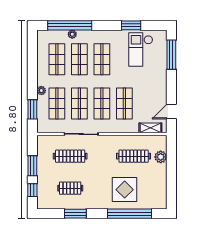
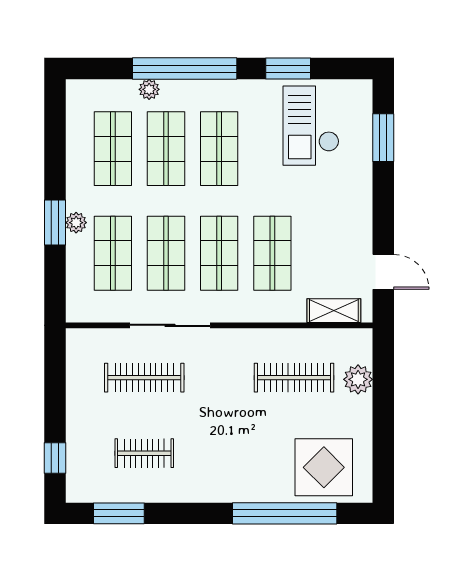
window: (70, 25) -> (185, 69), moved
window: (171, 55) -> (383, 138), width x0.69
window: (32, 109) -> (55, 223), moved
door: (171, 111) -> (383, 272), swing flipped
window: (32, 166) -> (55, 400), removed
display table: (125, 190) -> (324, 467), moved
window: (75, 214) -> (119, 513), moved

